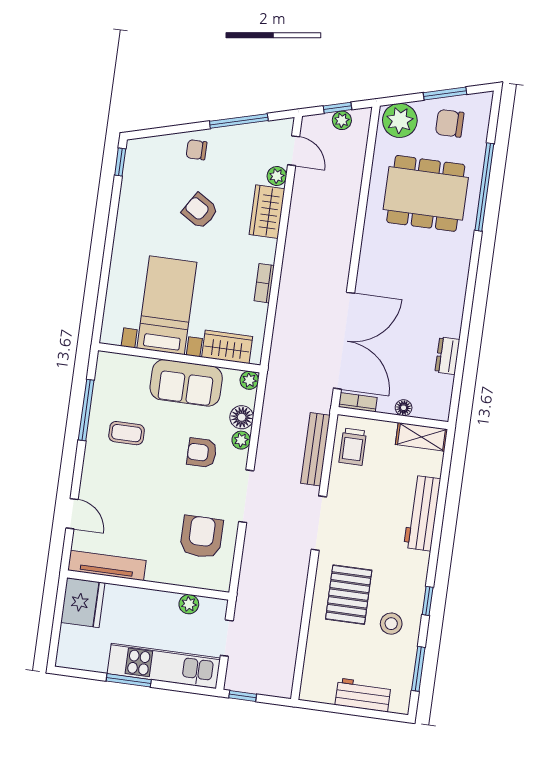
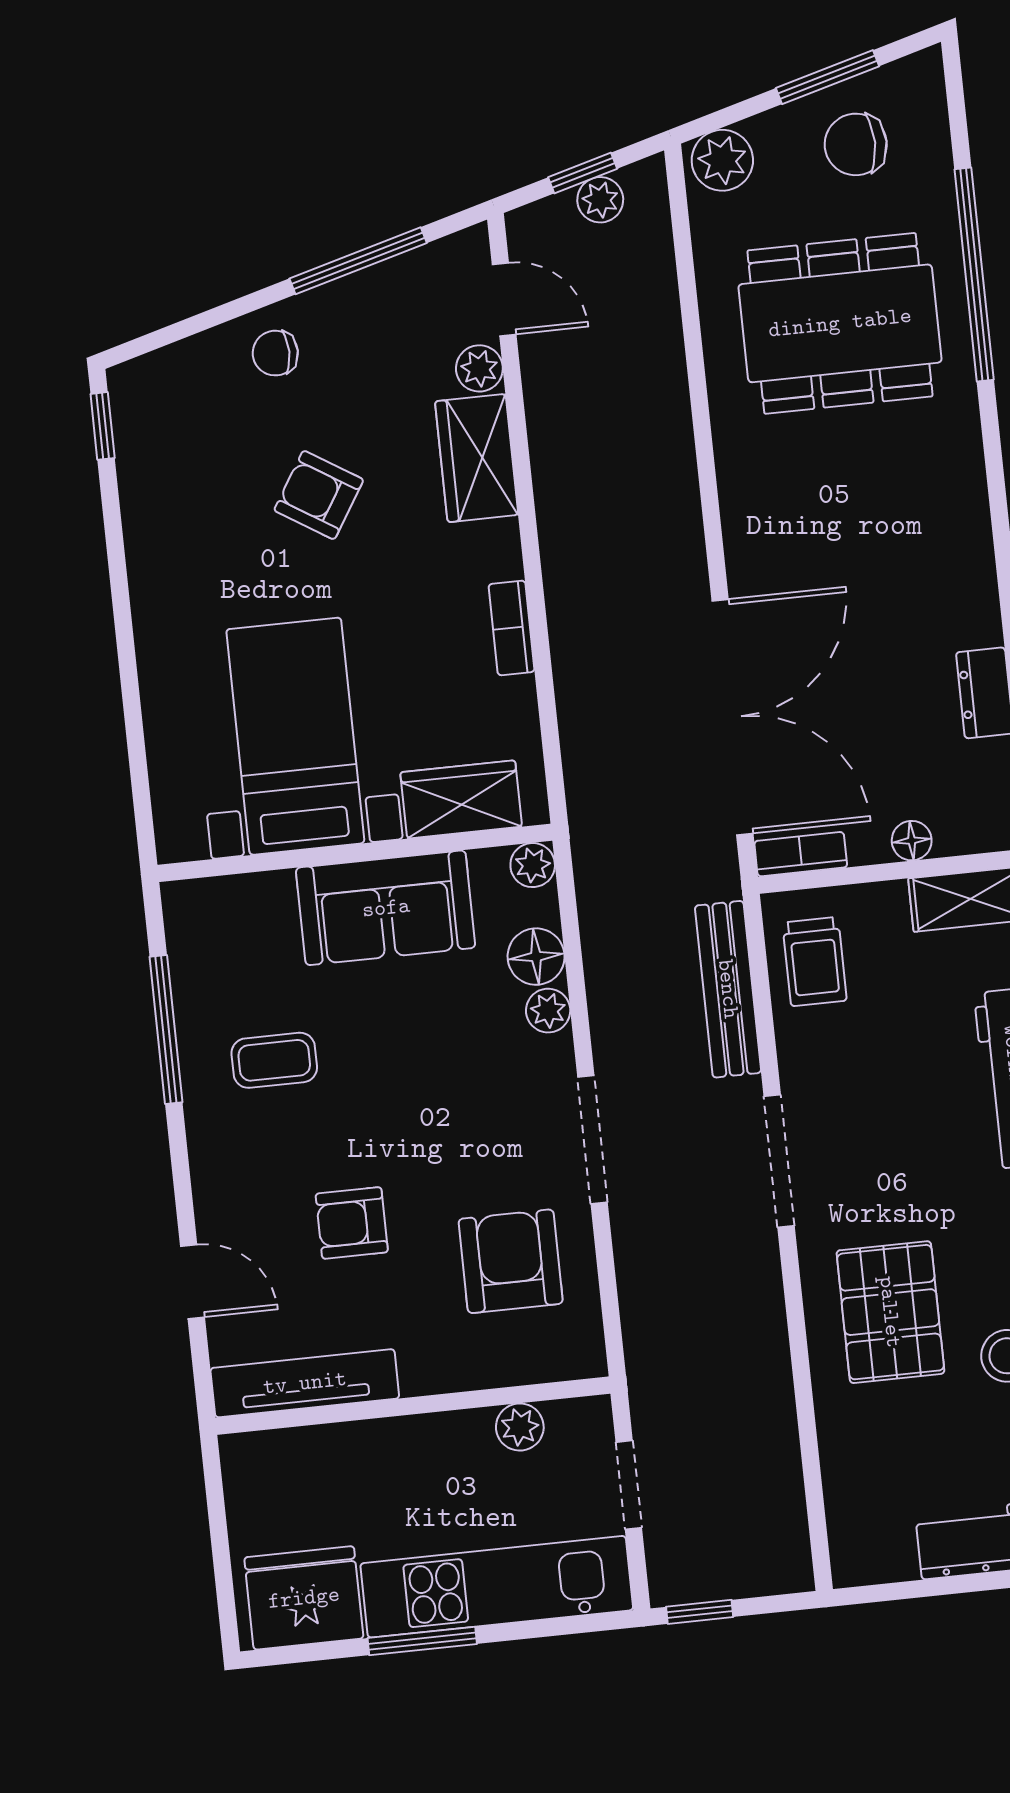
plant: (400, 120) -> (722, 160), width x0.73, depth x0.73
armchair: (202, 453) -> (352, 1223), moved
fridge: (83, 603) -> (304, 1598), moved, turned -90

